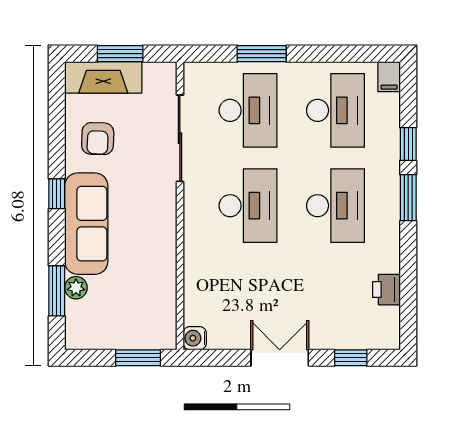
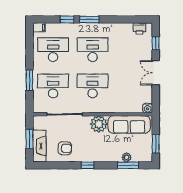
plant: (156, 221) -> (99, 124), added
sofa: (86, 224) -> (129, 124), moved, turned 180
printer: (387, 290) -> (139, 28), moved
window: (138, 358) -> (156, 144), moved

